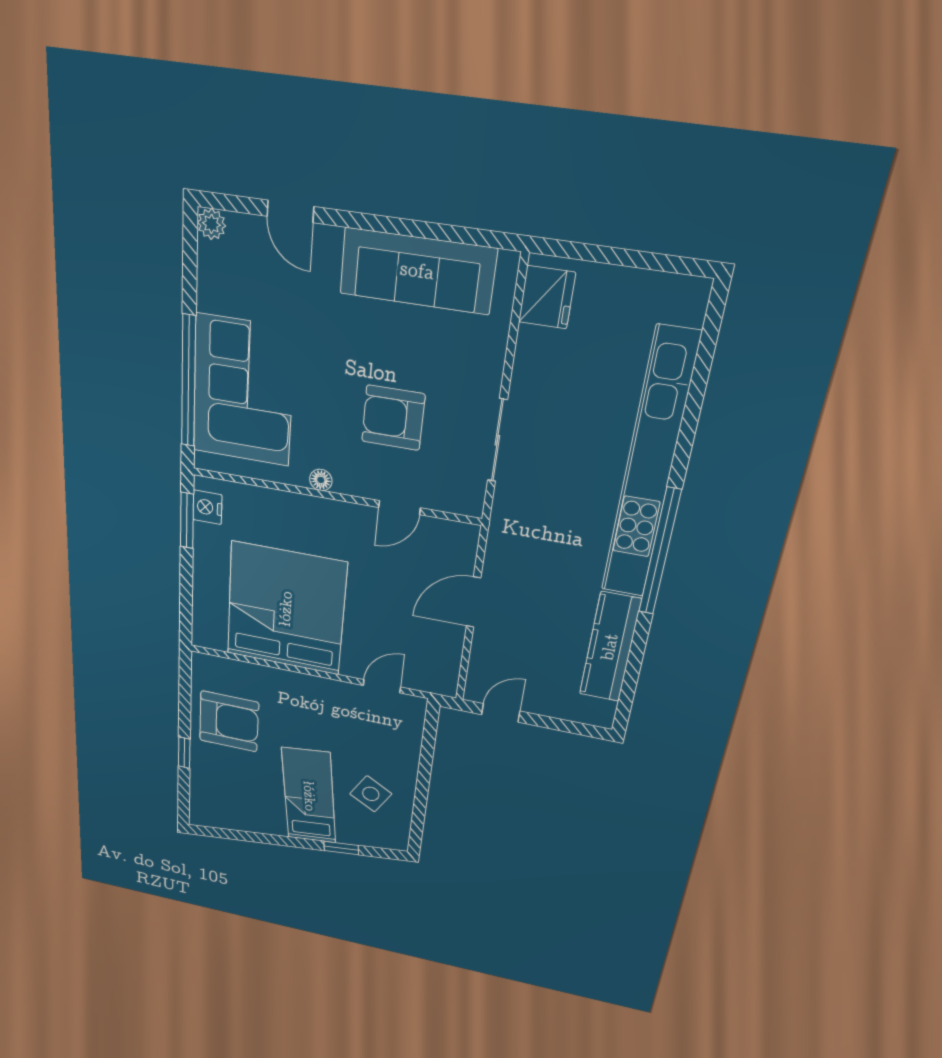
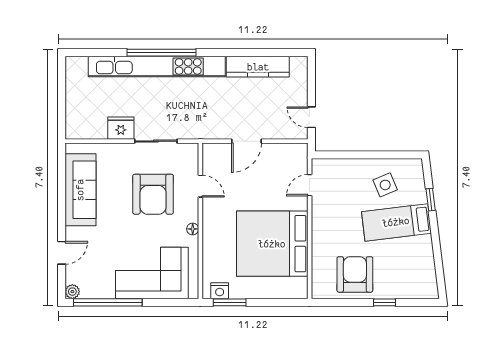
fridge: (547, 297) -> (121, 128), moved
window: (188, 382) -> (108, 302), moved
armchair: (393, 418) -> (153, 194), width x1.36, depth x1.36
window: (660, 552) -> (161, 53), moved
door: (474, 602) -> (247, 141), hinge flipped
door: (382, 686) -> (310, 185), hinge flipped
side table: (371, 794) -> (385, 185), turned 37

